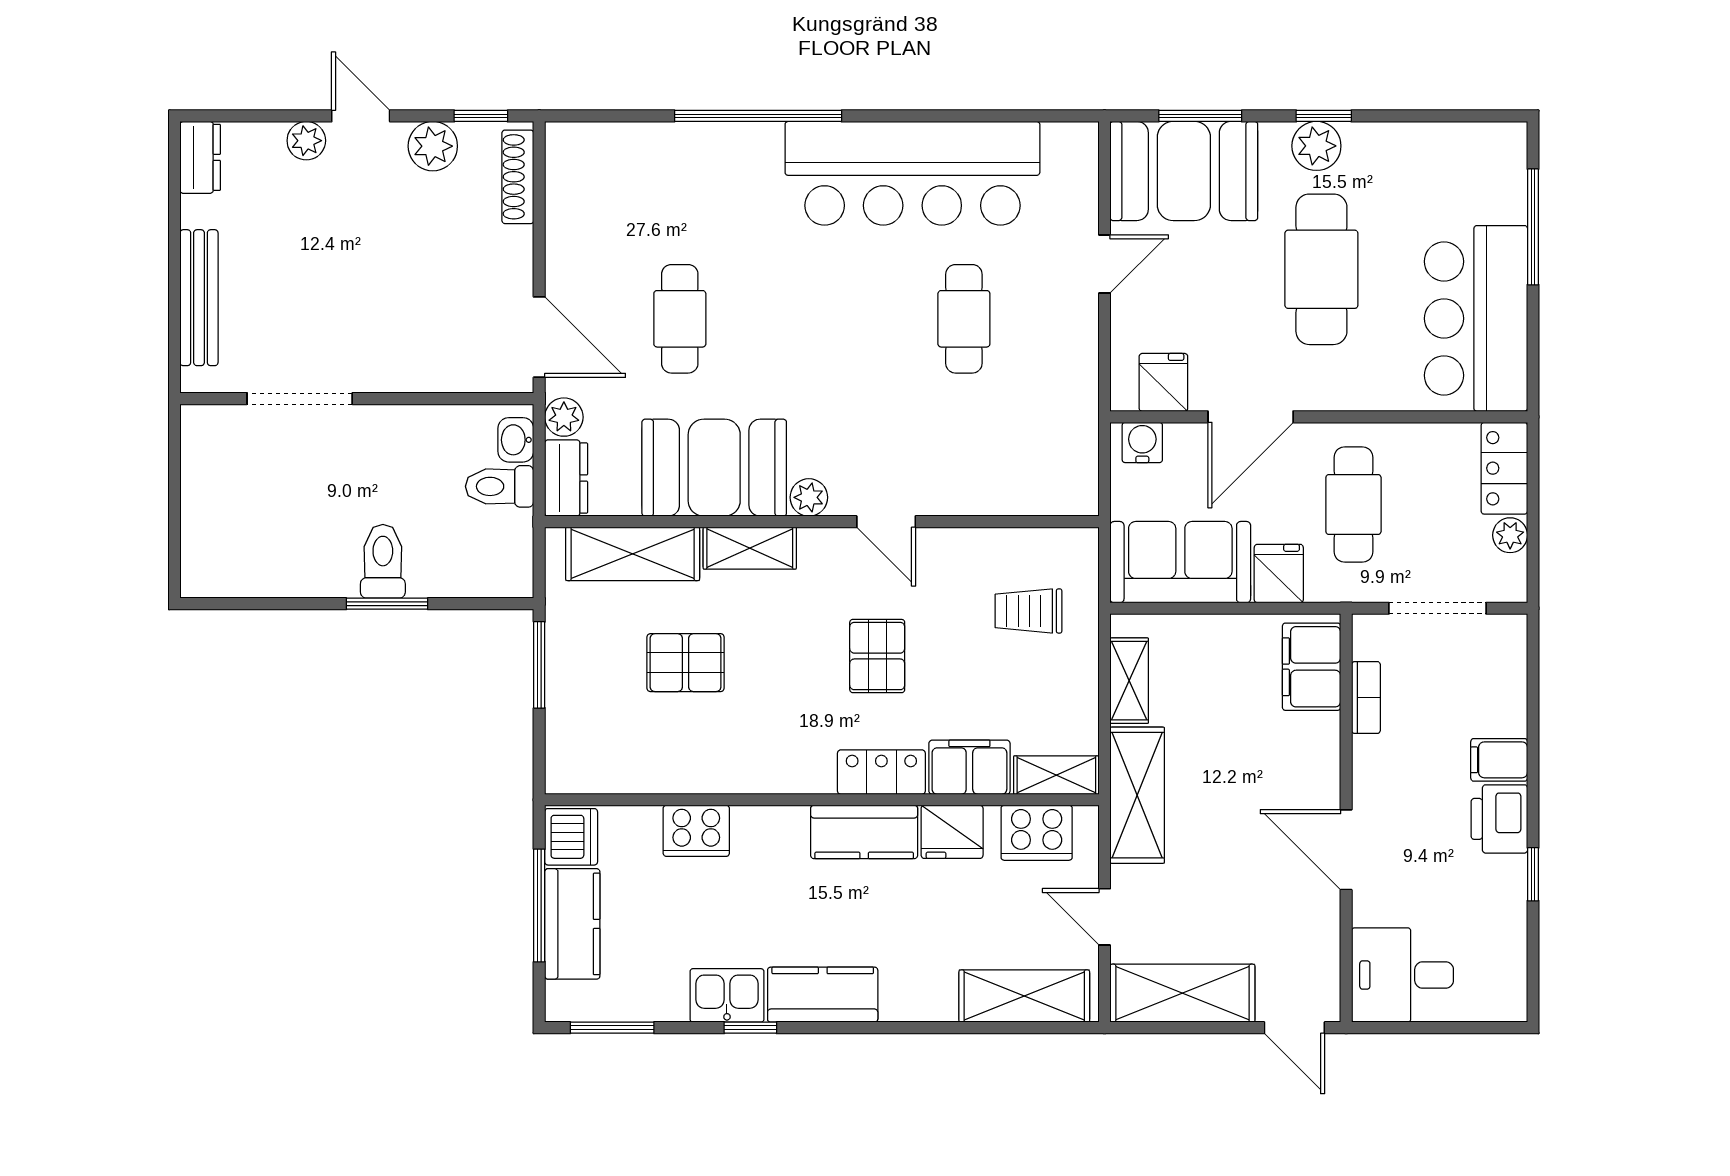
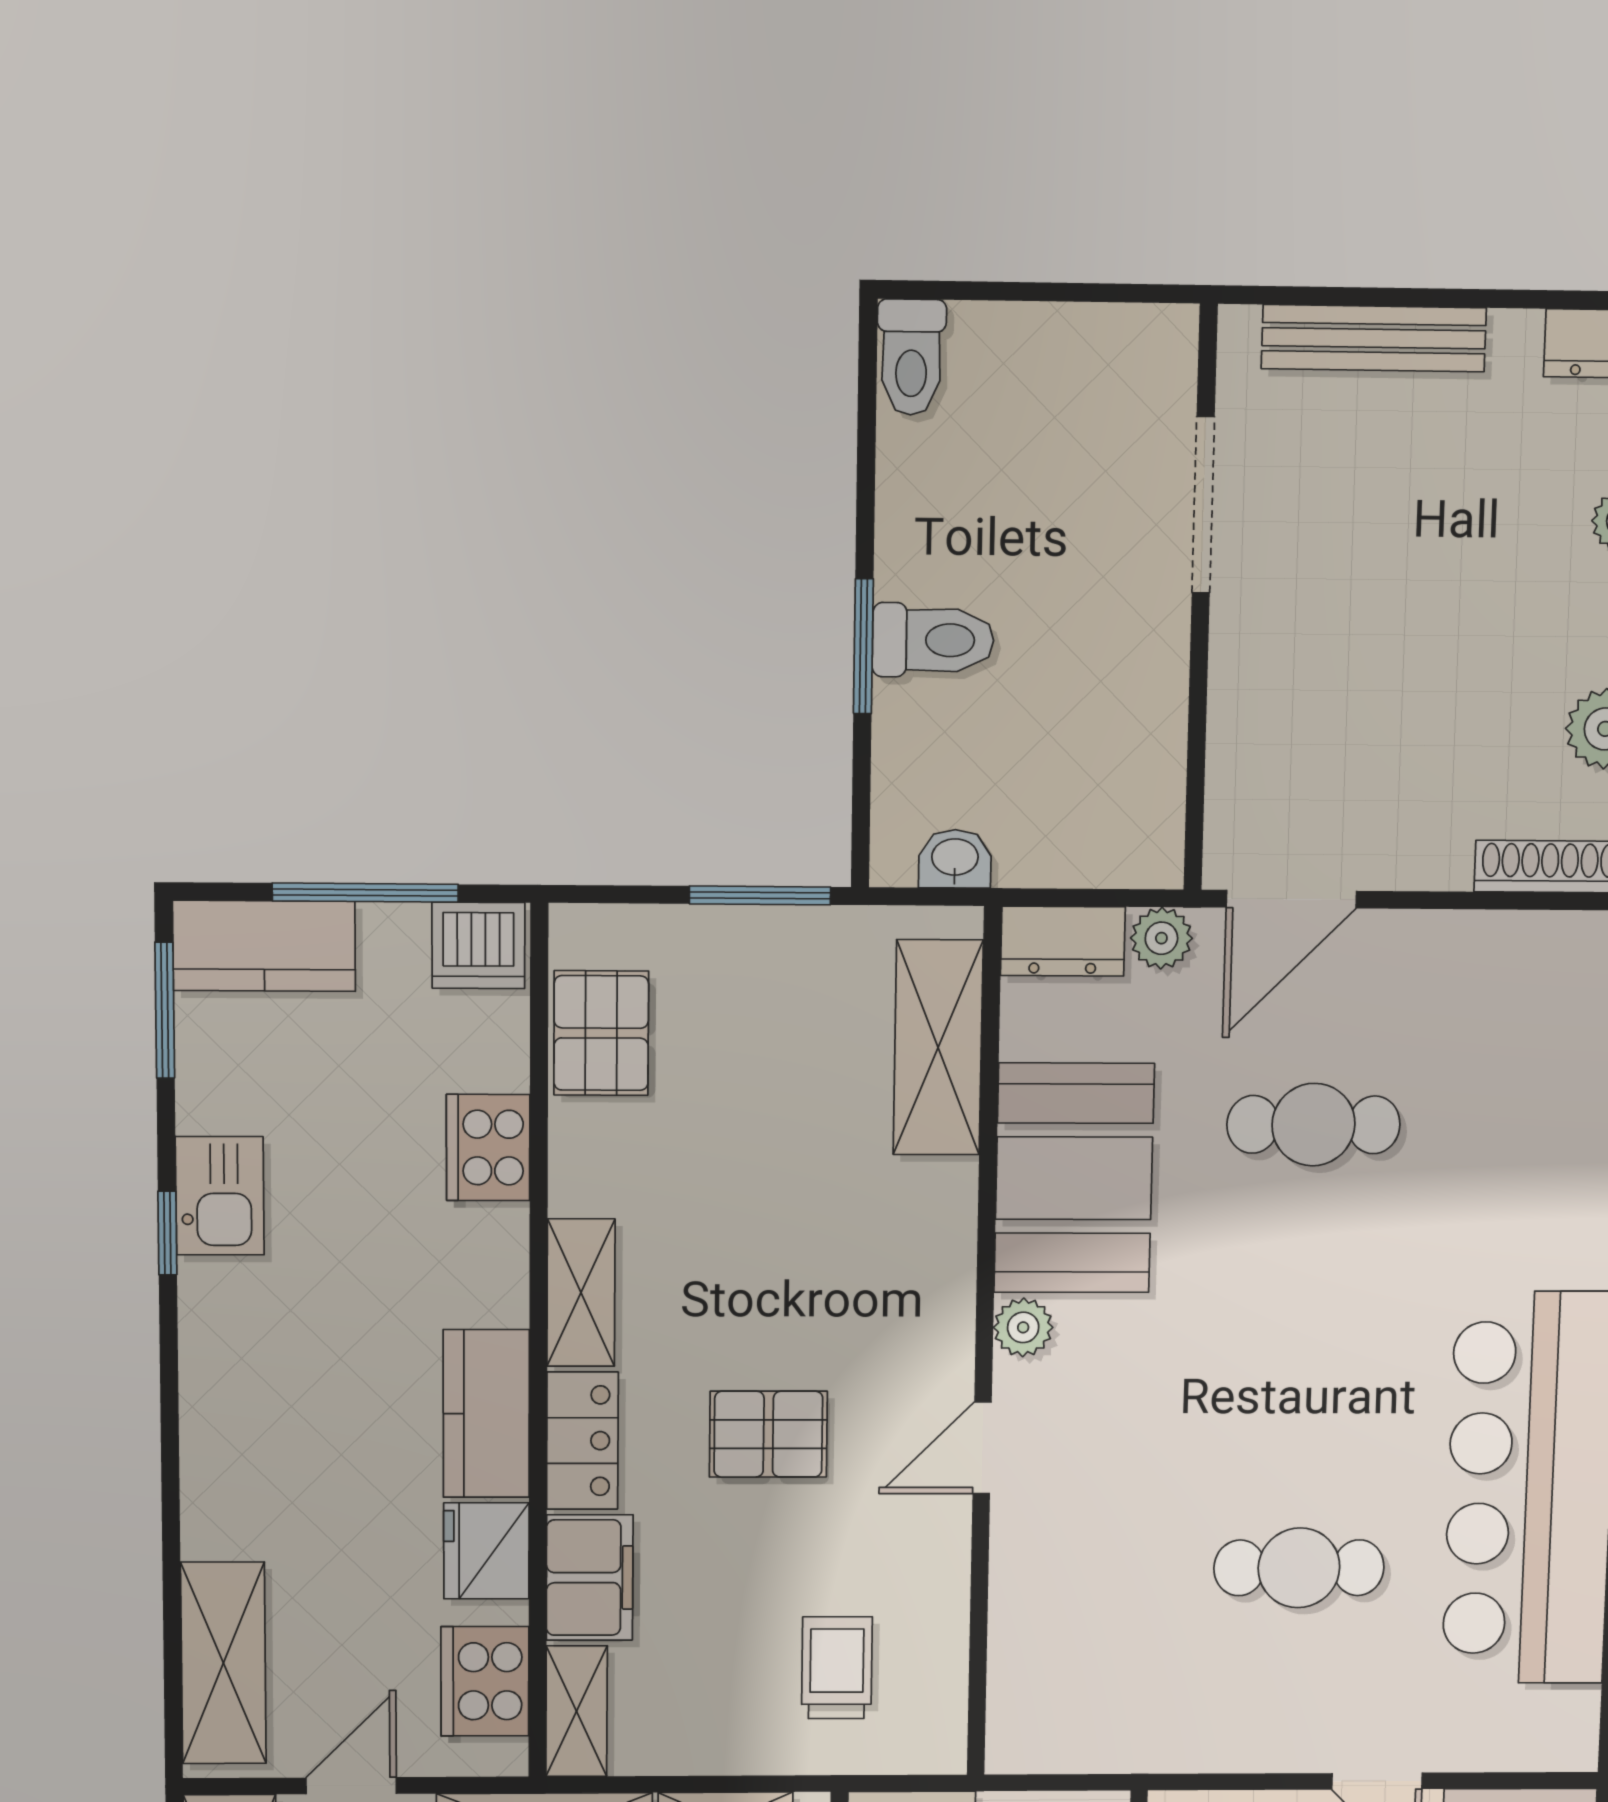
washbasin: (516, 440) -> (955, 859), moved
toilet: (500, 486) -> (911, 357), moved, turned 180
shelving: (750, 548) -> (581, 1293), moved
pallet: (686, 663) -> (601, 1033), moved
kitchen counter: (572, 924) -> (264, 946), moved
kitchen counter: (823, 995) -> (223, 1348), removed

